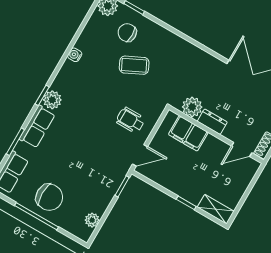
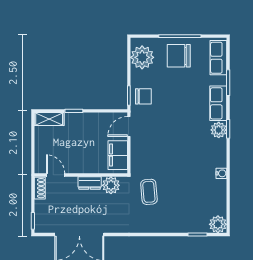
chair: (127, 33) -> (143, 96), moved
coffee table: (134, 65) -> (149, 192), moved, turned -69
wheelchair: (130, 120) -> (151, 149), removed
filing cabinet: (188, 133) -> (118, 155), moved, turned -90
door: (242, 149) -> (56, 175), hinge flipped
plant: (92, 220) -> (142, 57), width x1.88, depth x1.88

